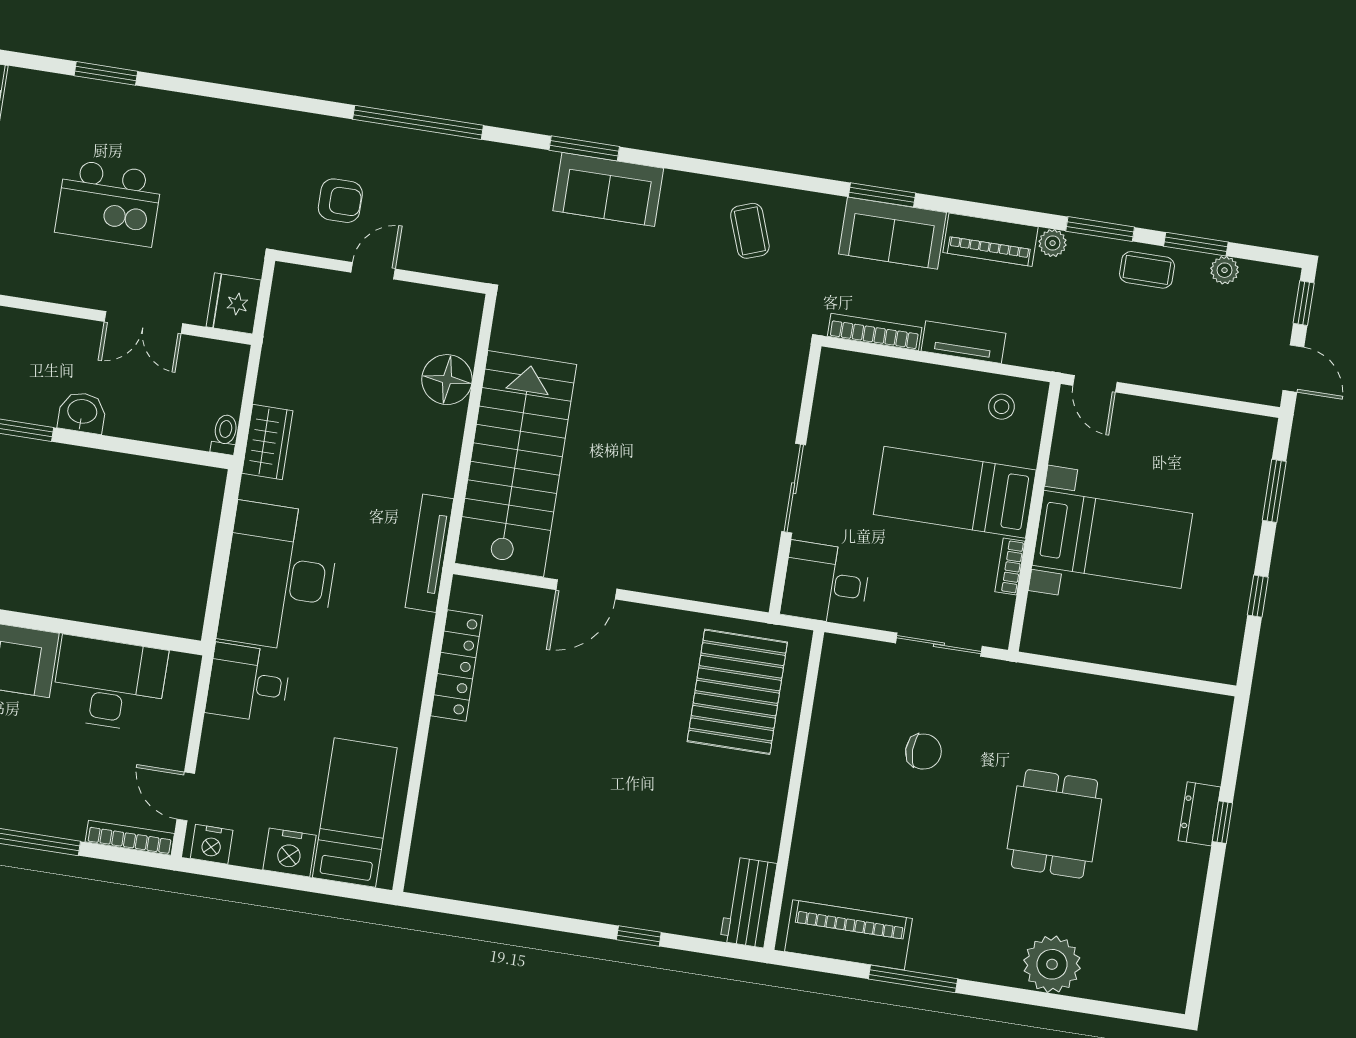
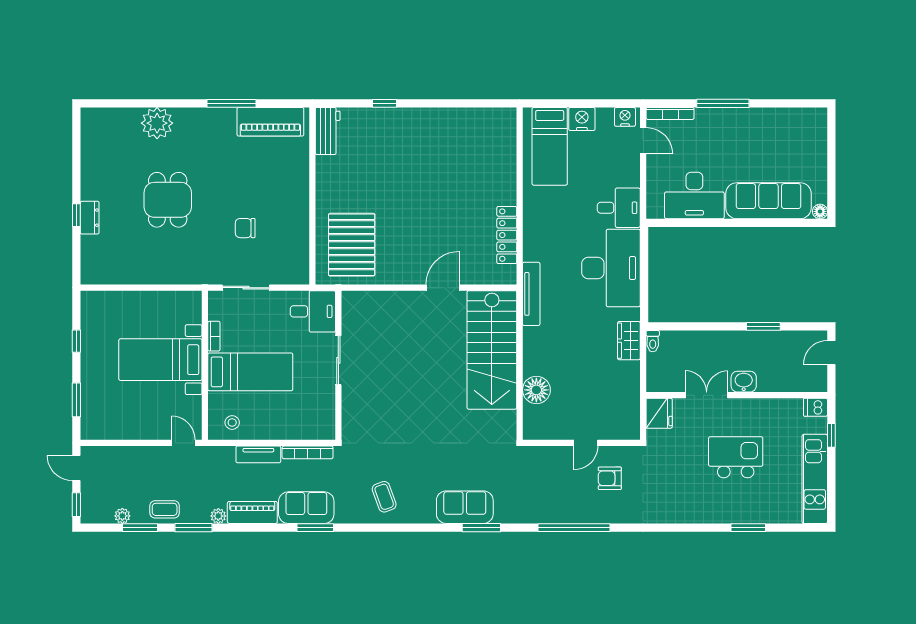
washbasin: (82, 412) -> (744, 382), moved, turned 180

